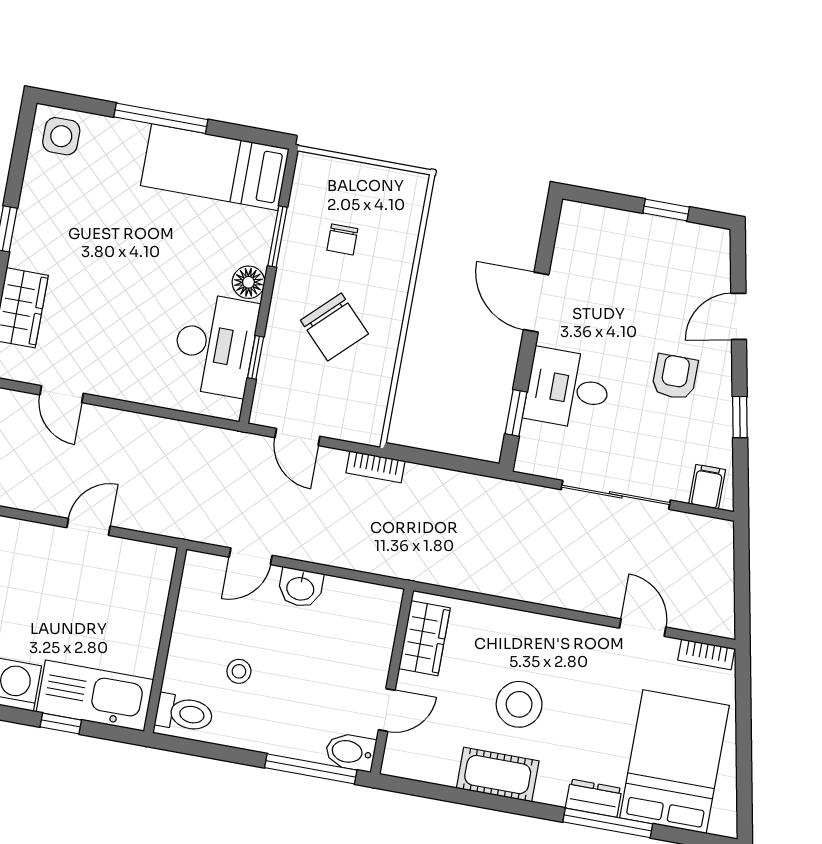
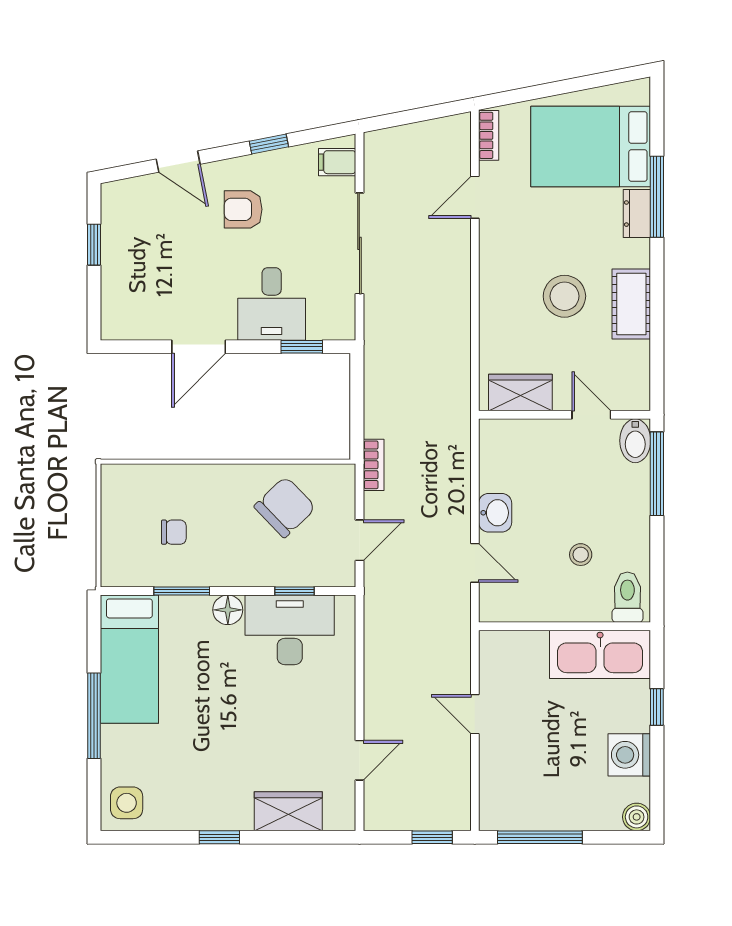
chair: (334, 327) -> (285, 507), moved
kitchen sink: (95, 696) -> (600, 654), moved, turned -90

